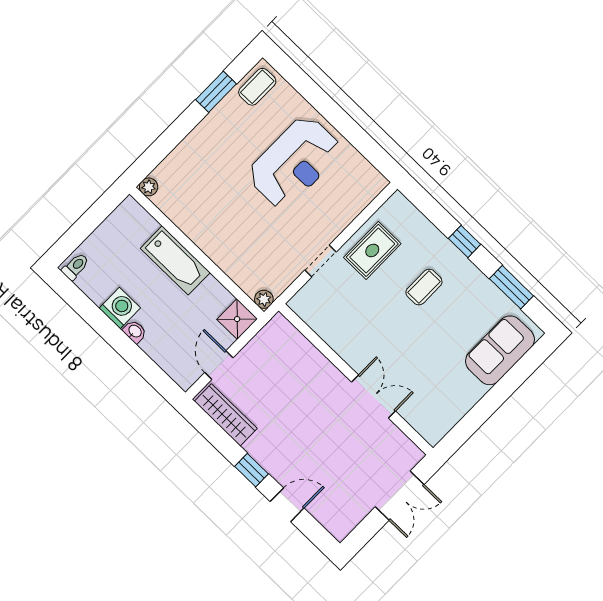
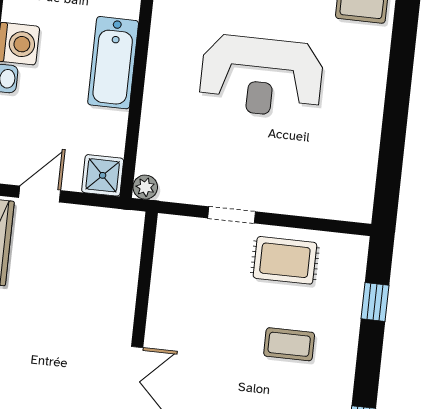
reception desk: (294, 162) -> (261, 76), moved
window: (465, 241) -> (375, 302), moved

